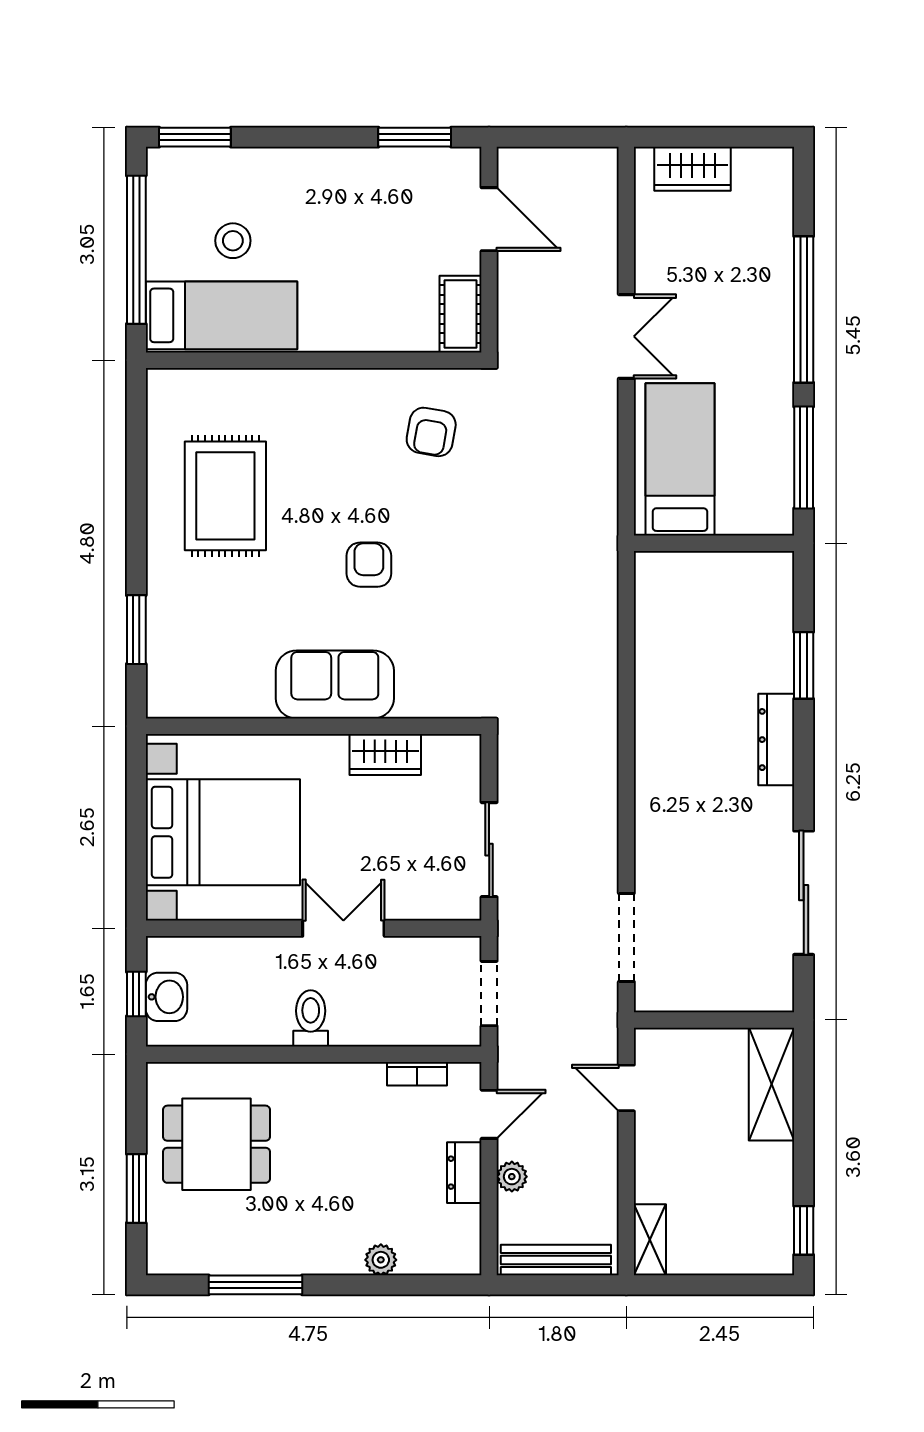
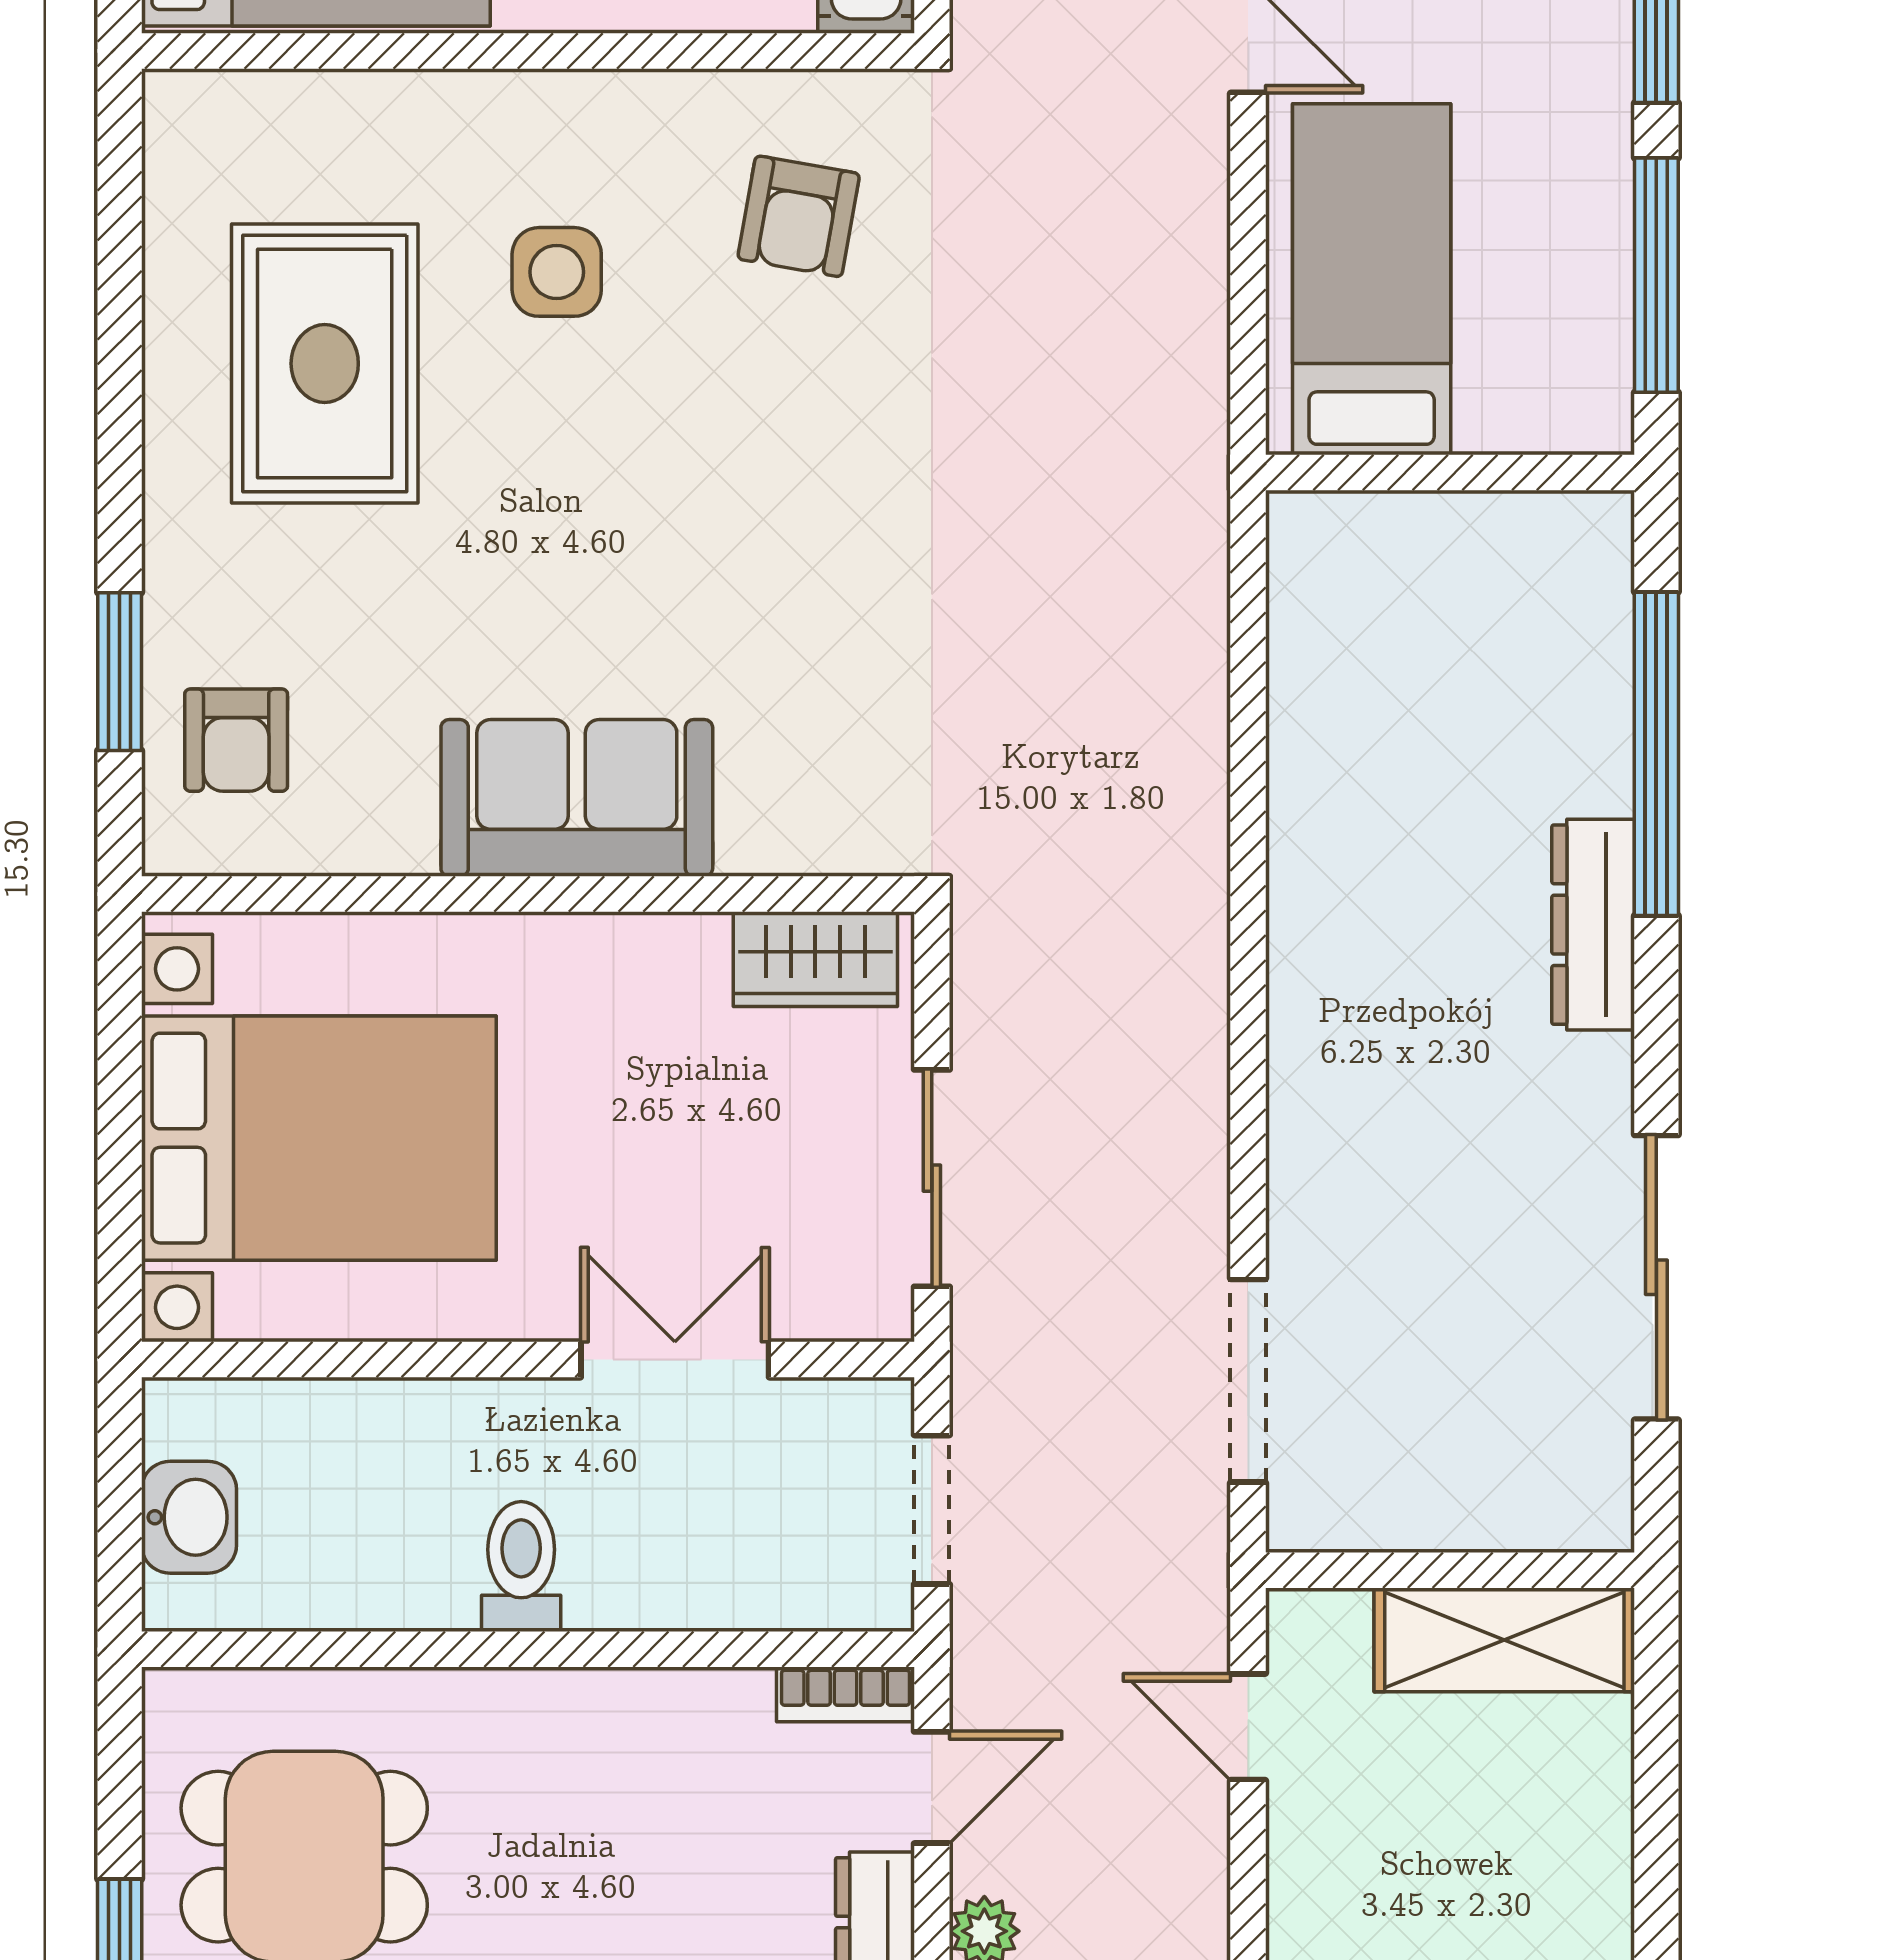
side table: (326, 456) -> (557, 272), added
armchair: (369, 565) -> (236, 740), moved, turned 180
window: (804, 665) -> (1656, 754), width x2.11
wardrobe: (385, 755) -> (815, 959), moved
double door: (343, 928) -> (675, 1359), moved
window: (136, 994) -> (120, 1511), removed
bookcase: (417, 1074) -> (846, 1694), moved
shelving: (771, 1084) -> (1504, 1640), moved, turned 90

